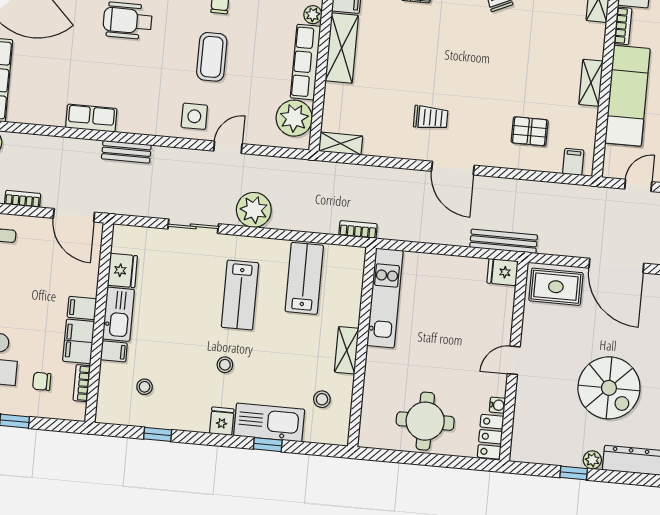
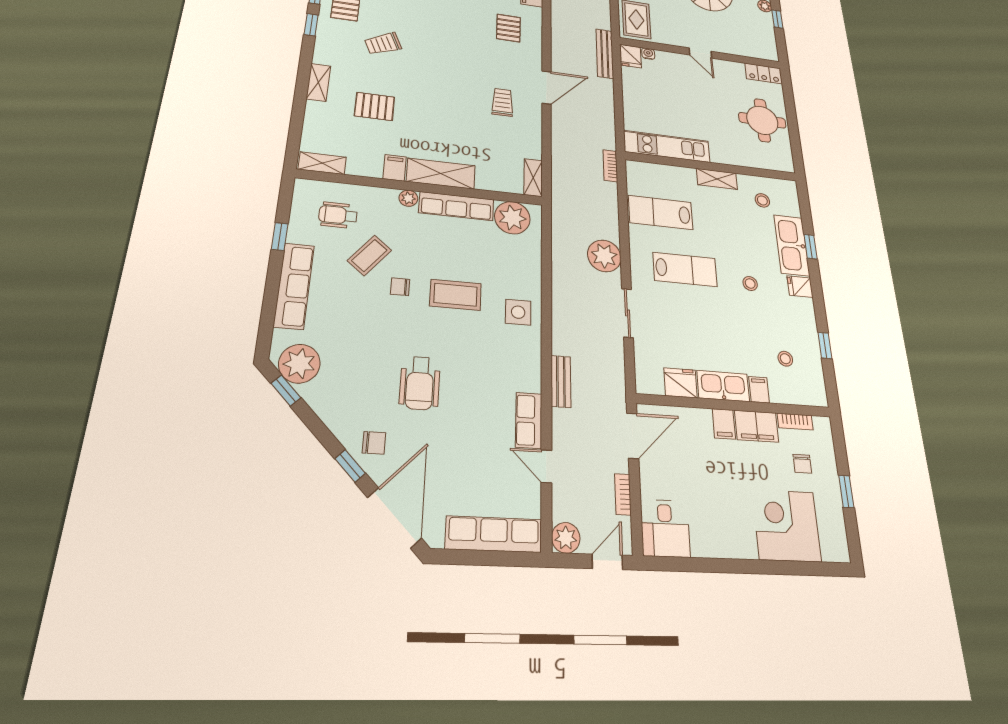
door: (228, 147) -> (546, 466), moved
water cooler: (497, 405) -> (648, 54), moved

